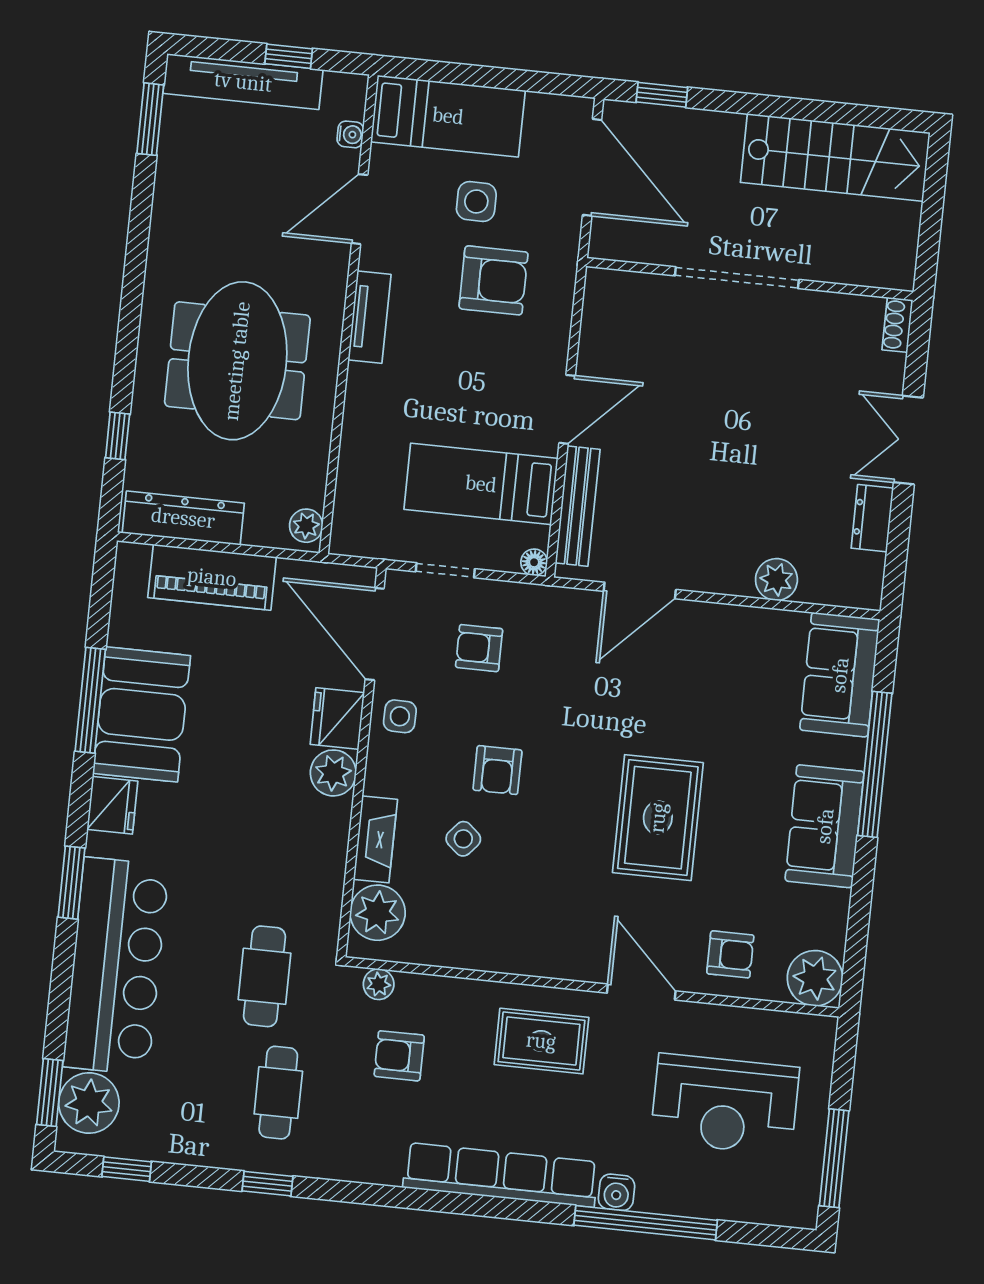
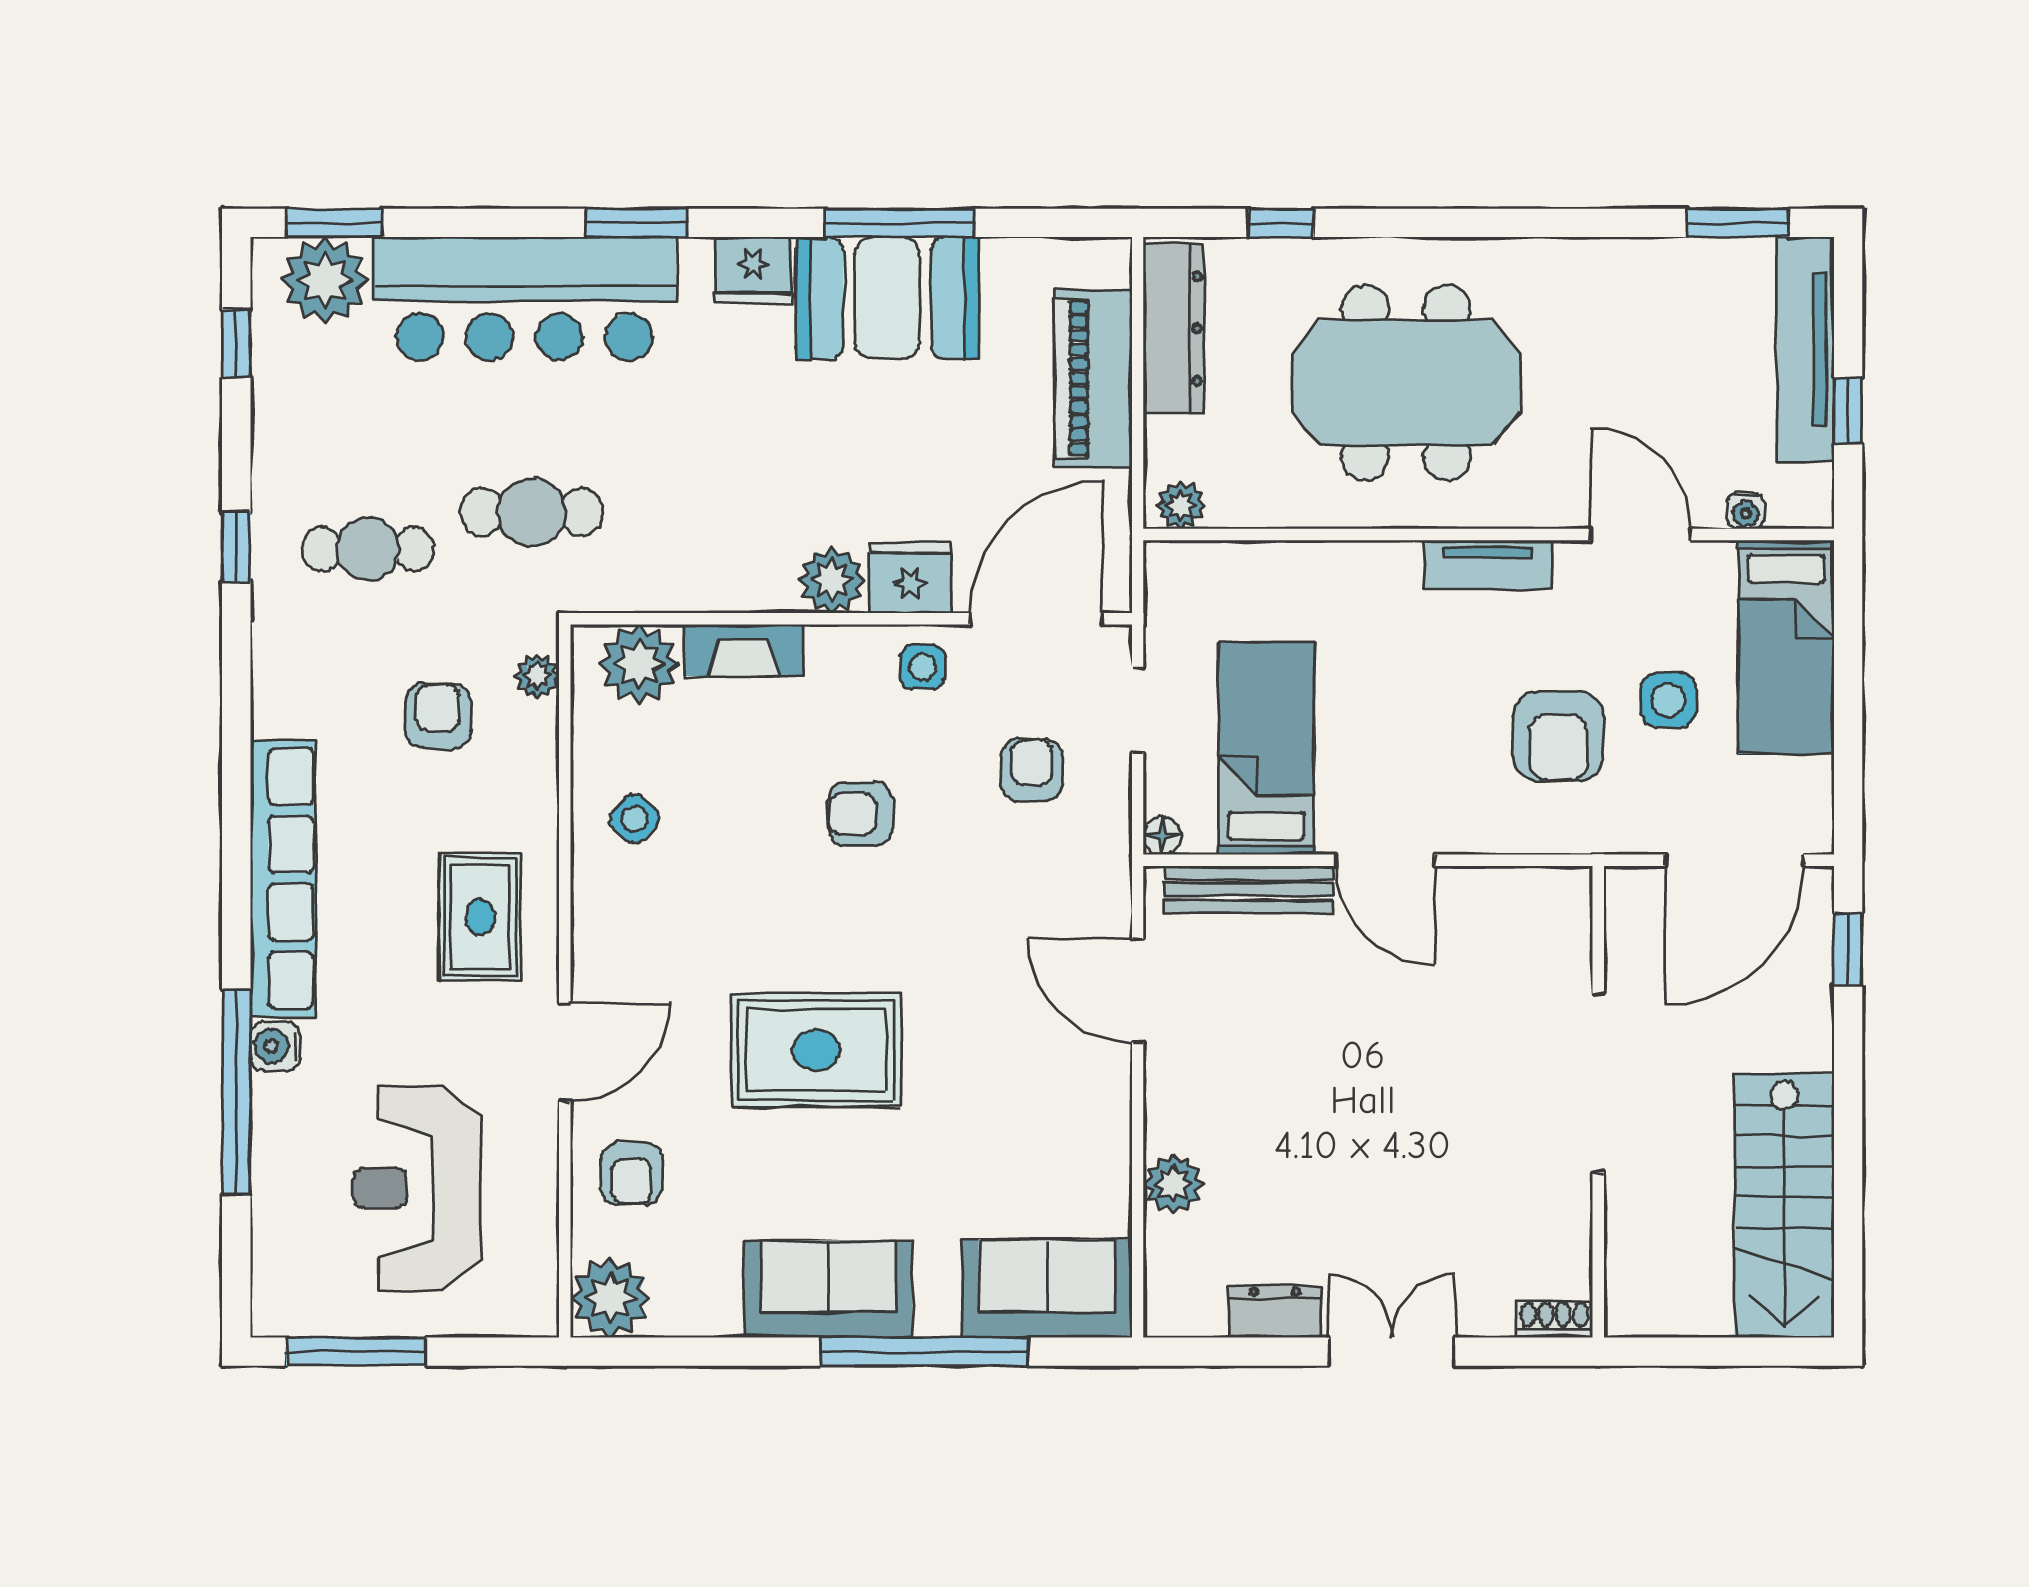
side table: (463, 839) -> (634, 819), moved

